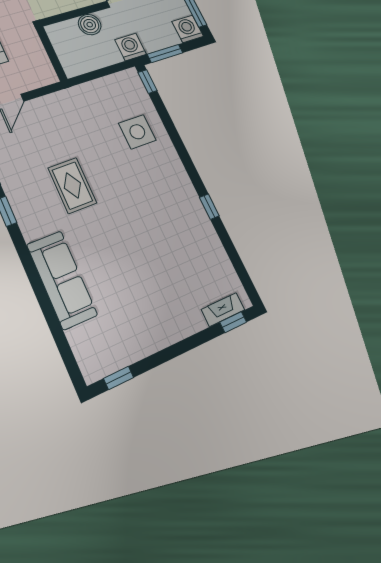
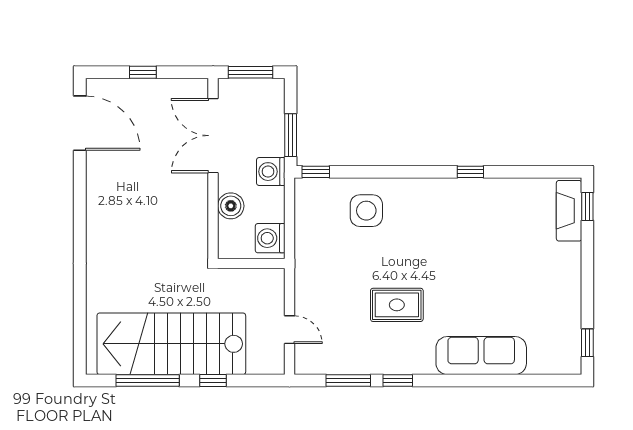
washing machine: (188, 29) -> (270, 238), moved
fireplace: (223, 310) -> (569, 211), width x1.37, depth x1.32

